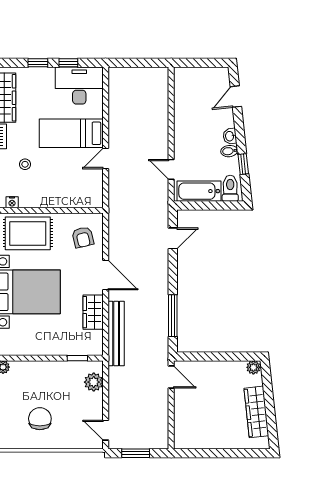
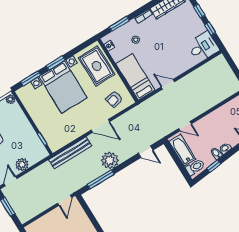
desk: (79, 86) -> (203, 47), width x0.73
bed: (71, 133) -> (135, 77), moved
door: (171, 169) -> (185, 126), swing flipped
door: (106, 275) -> (100, 126), hinge flipped
plant: (156, 290) -> (110, 160), added
wardrobe: (93, 312) -> (74, 132), removed
plant: (94, 382) -> (22, 165), moved

